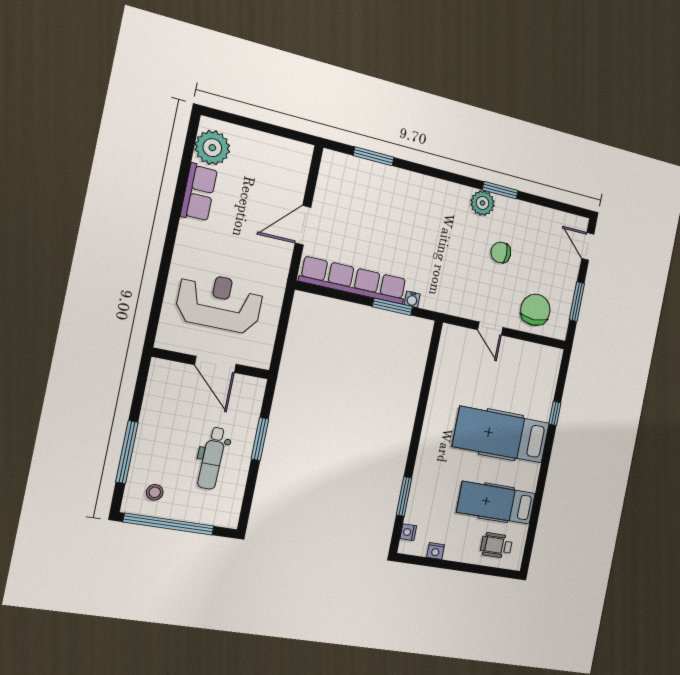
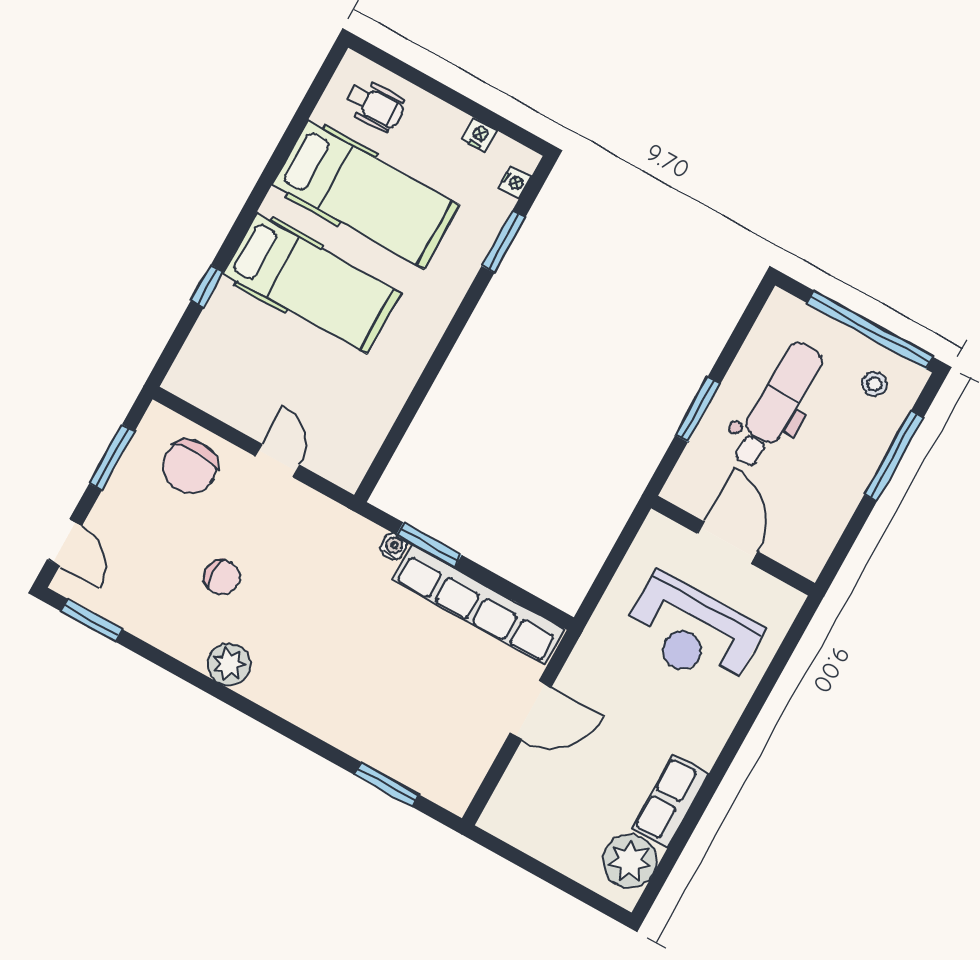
window: (500, 190) -> (92, 620), moved
dental chair: (212, 458) -> (777, 405), width x1.36, depth x1.38
hospital bed: (496, 503) -> (366, 195), width x1.37, depth x1.29

